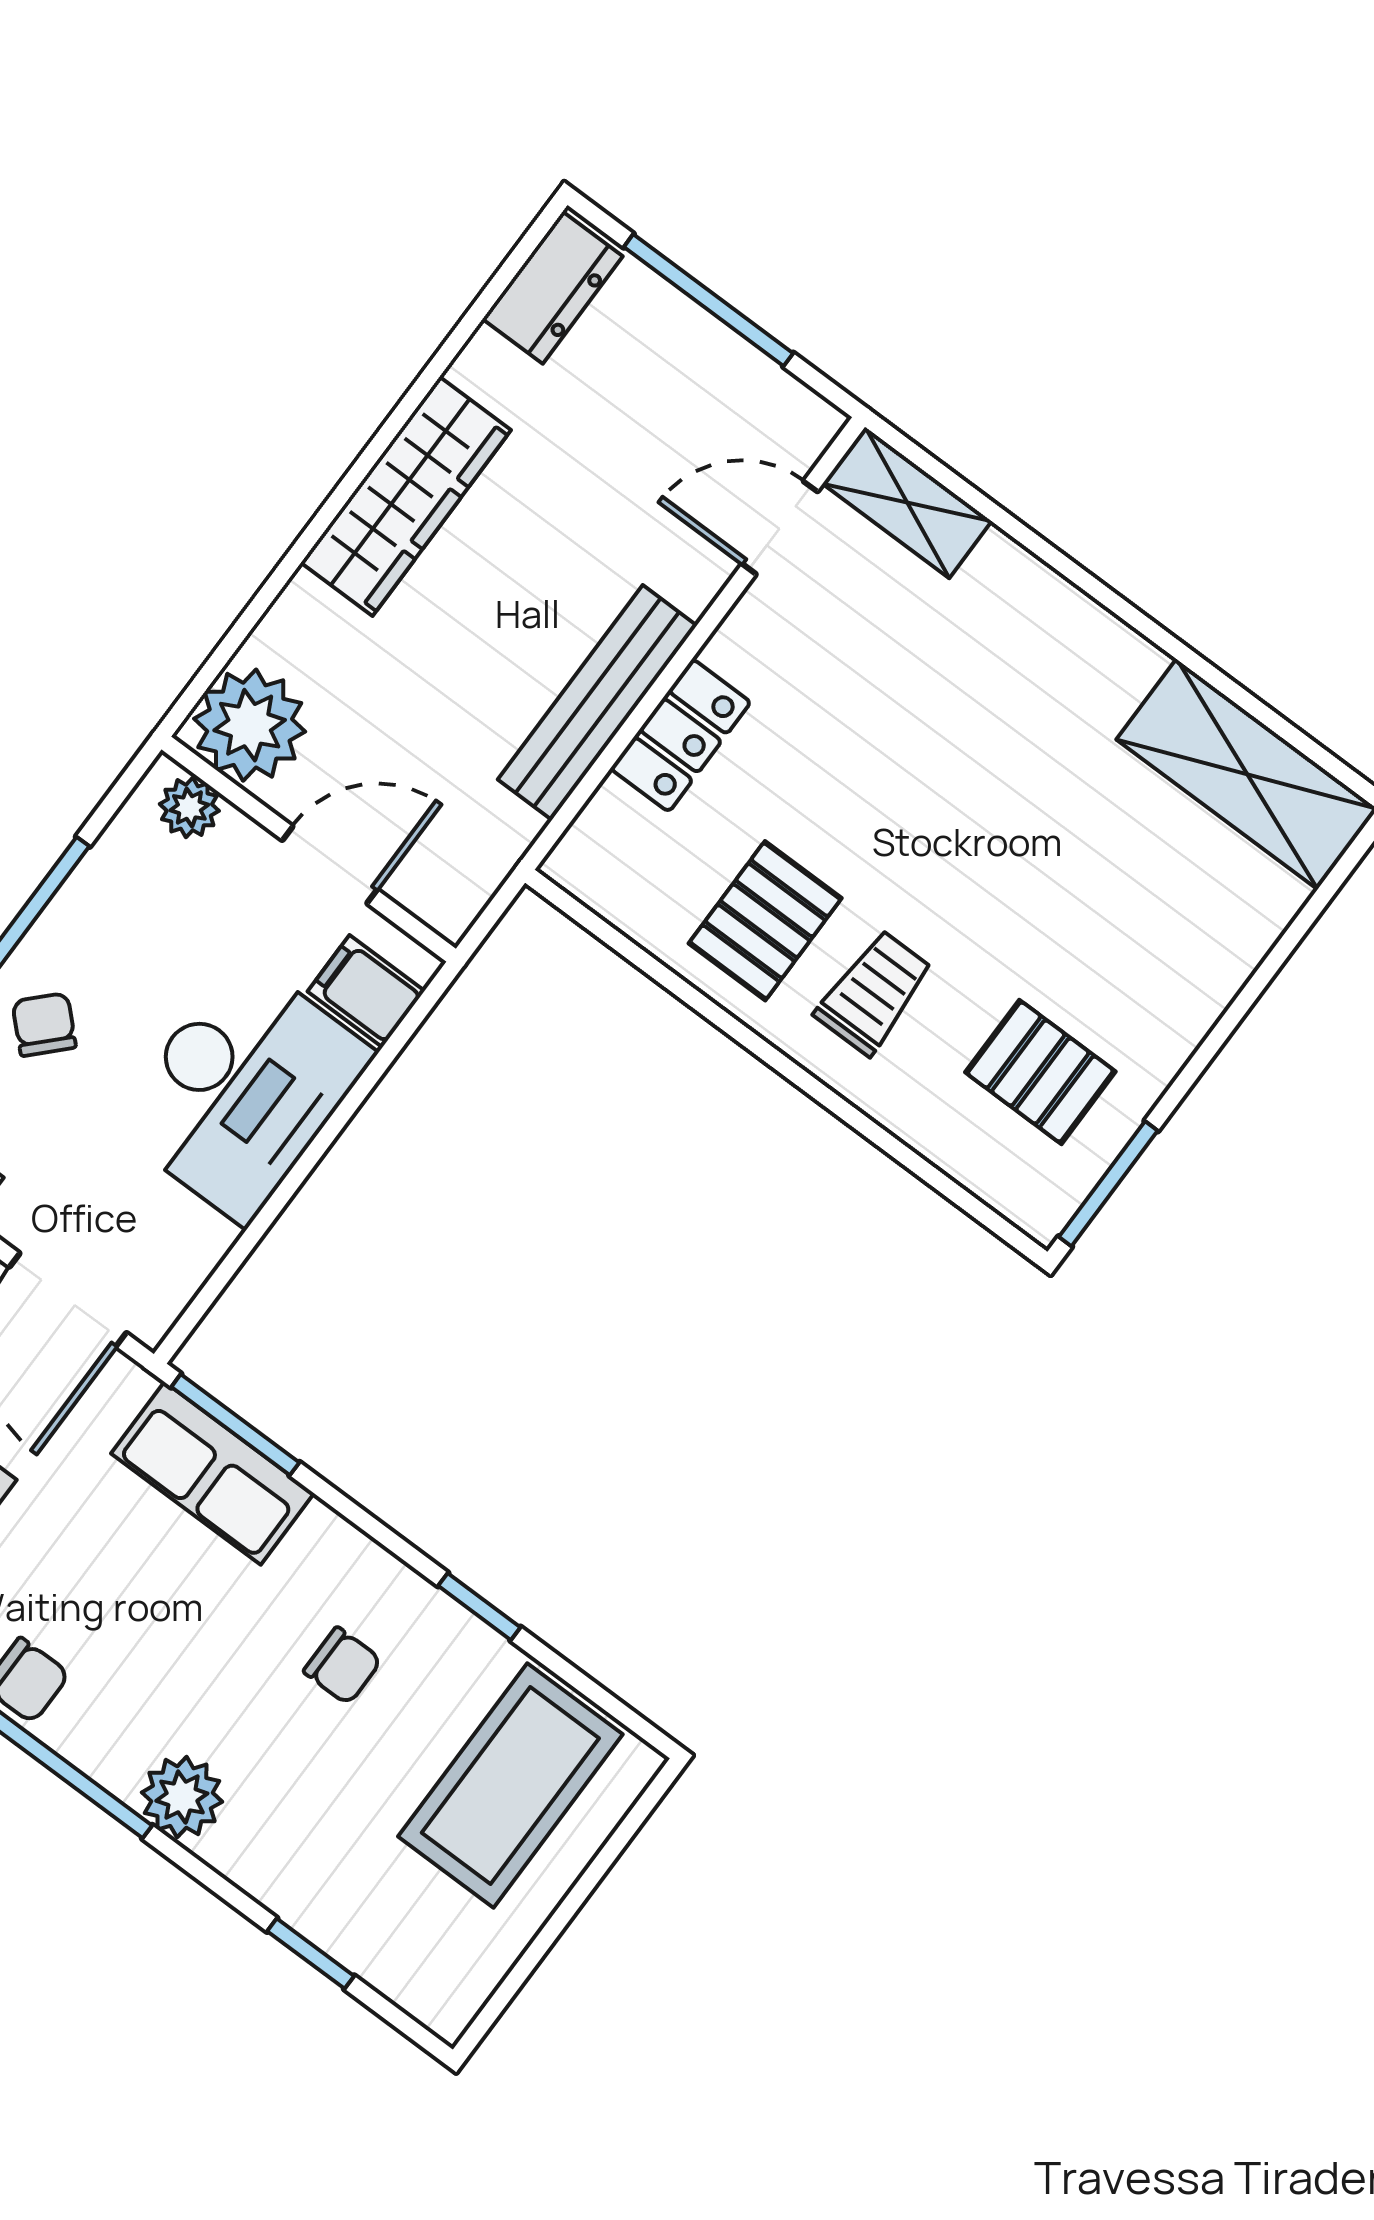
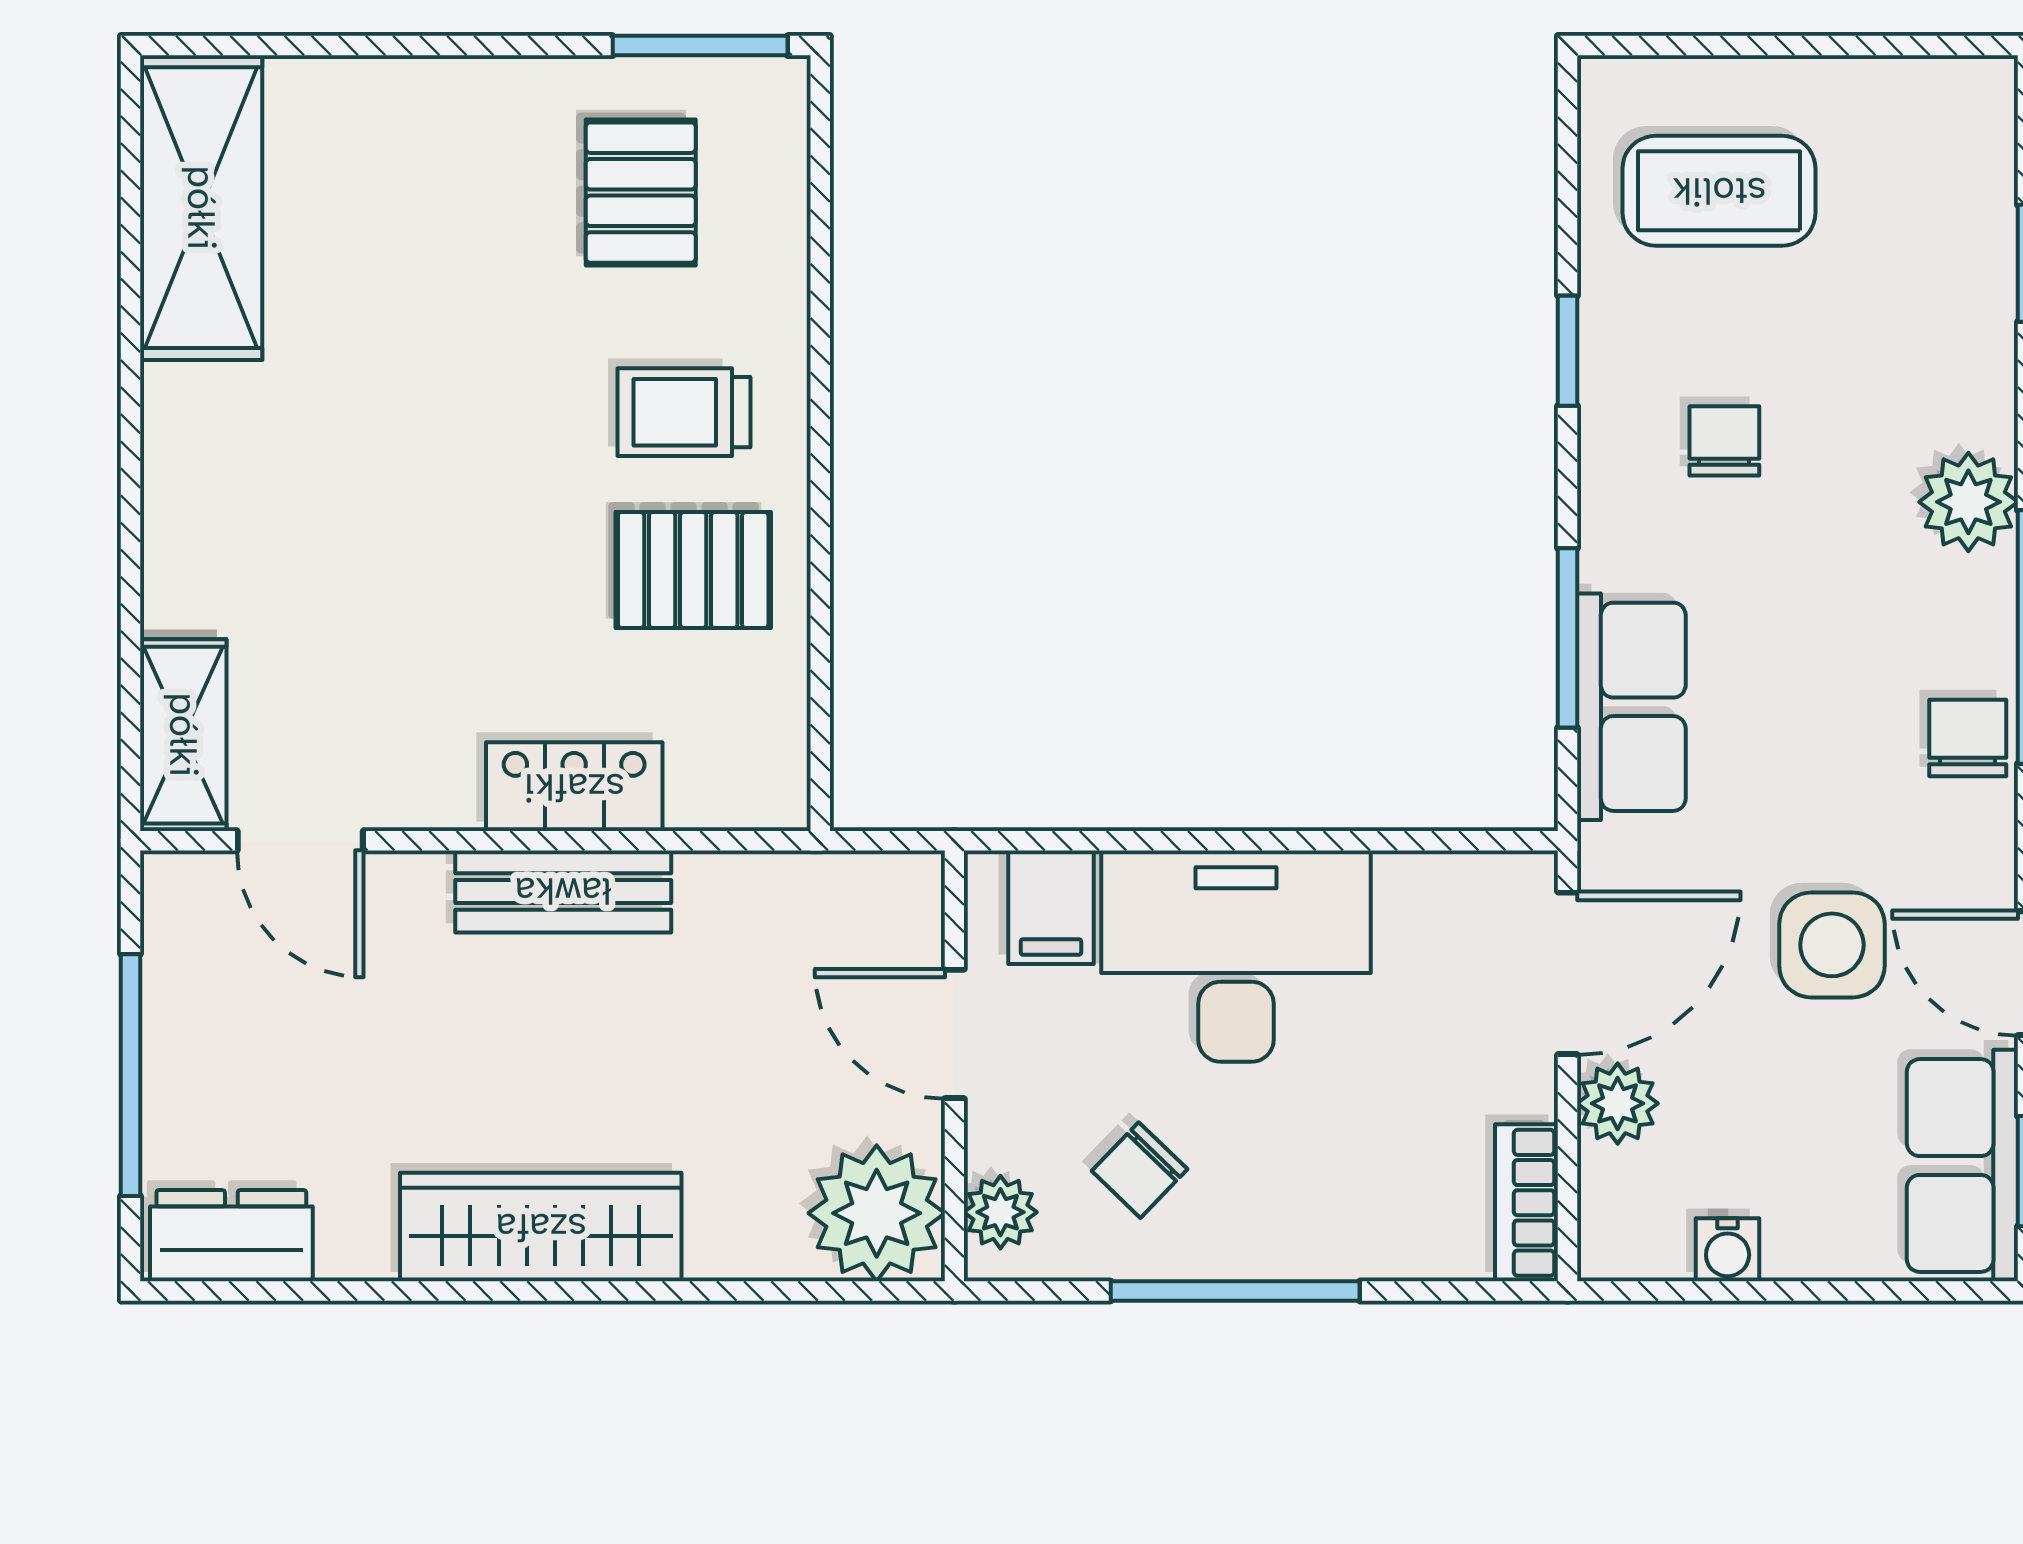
bench: (597, 702) -> (563, 891), width x0.73
chair: (44, 1024) -> (1140, 1170), moved
window: (235, 1425) -> (1568, 638), moved
coffee table: (510, 1785) -> (1719, 191), width x0.73, depth x0.76

